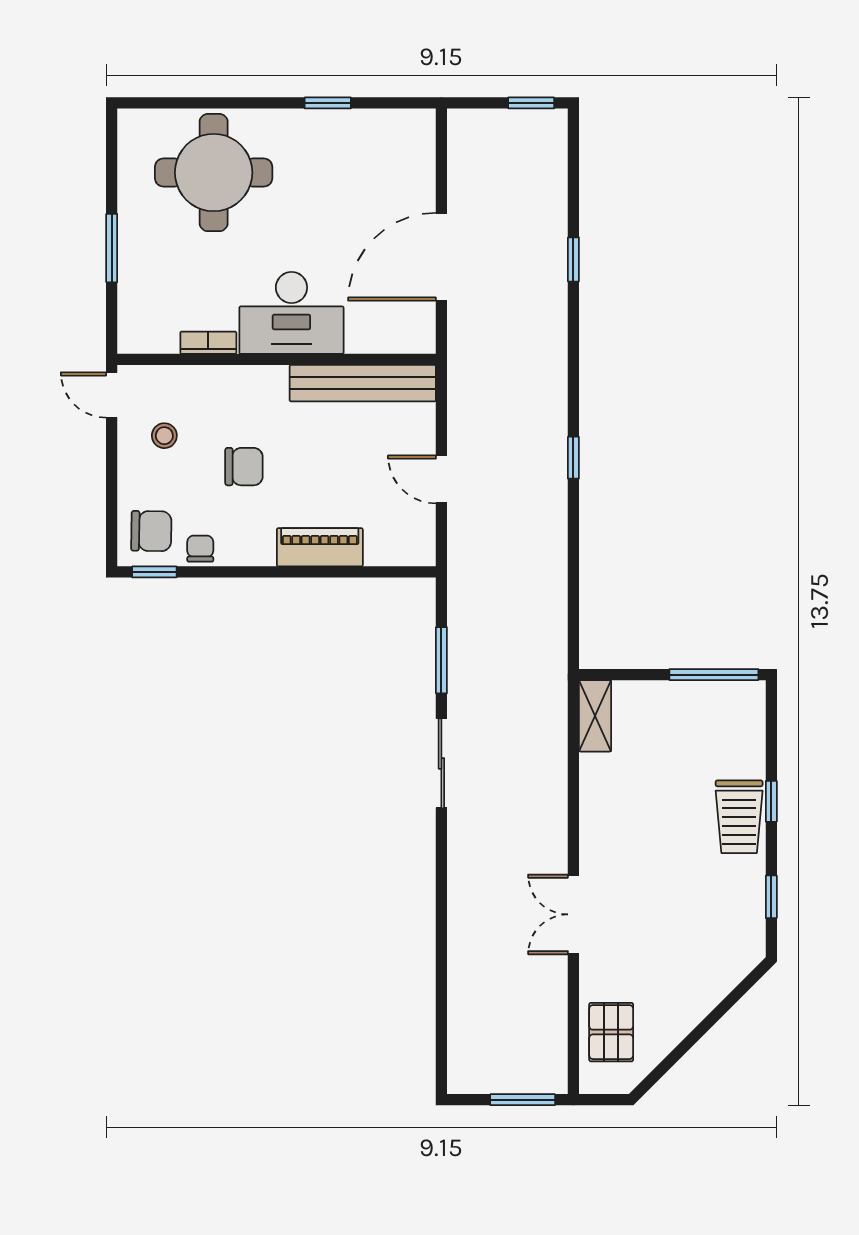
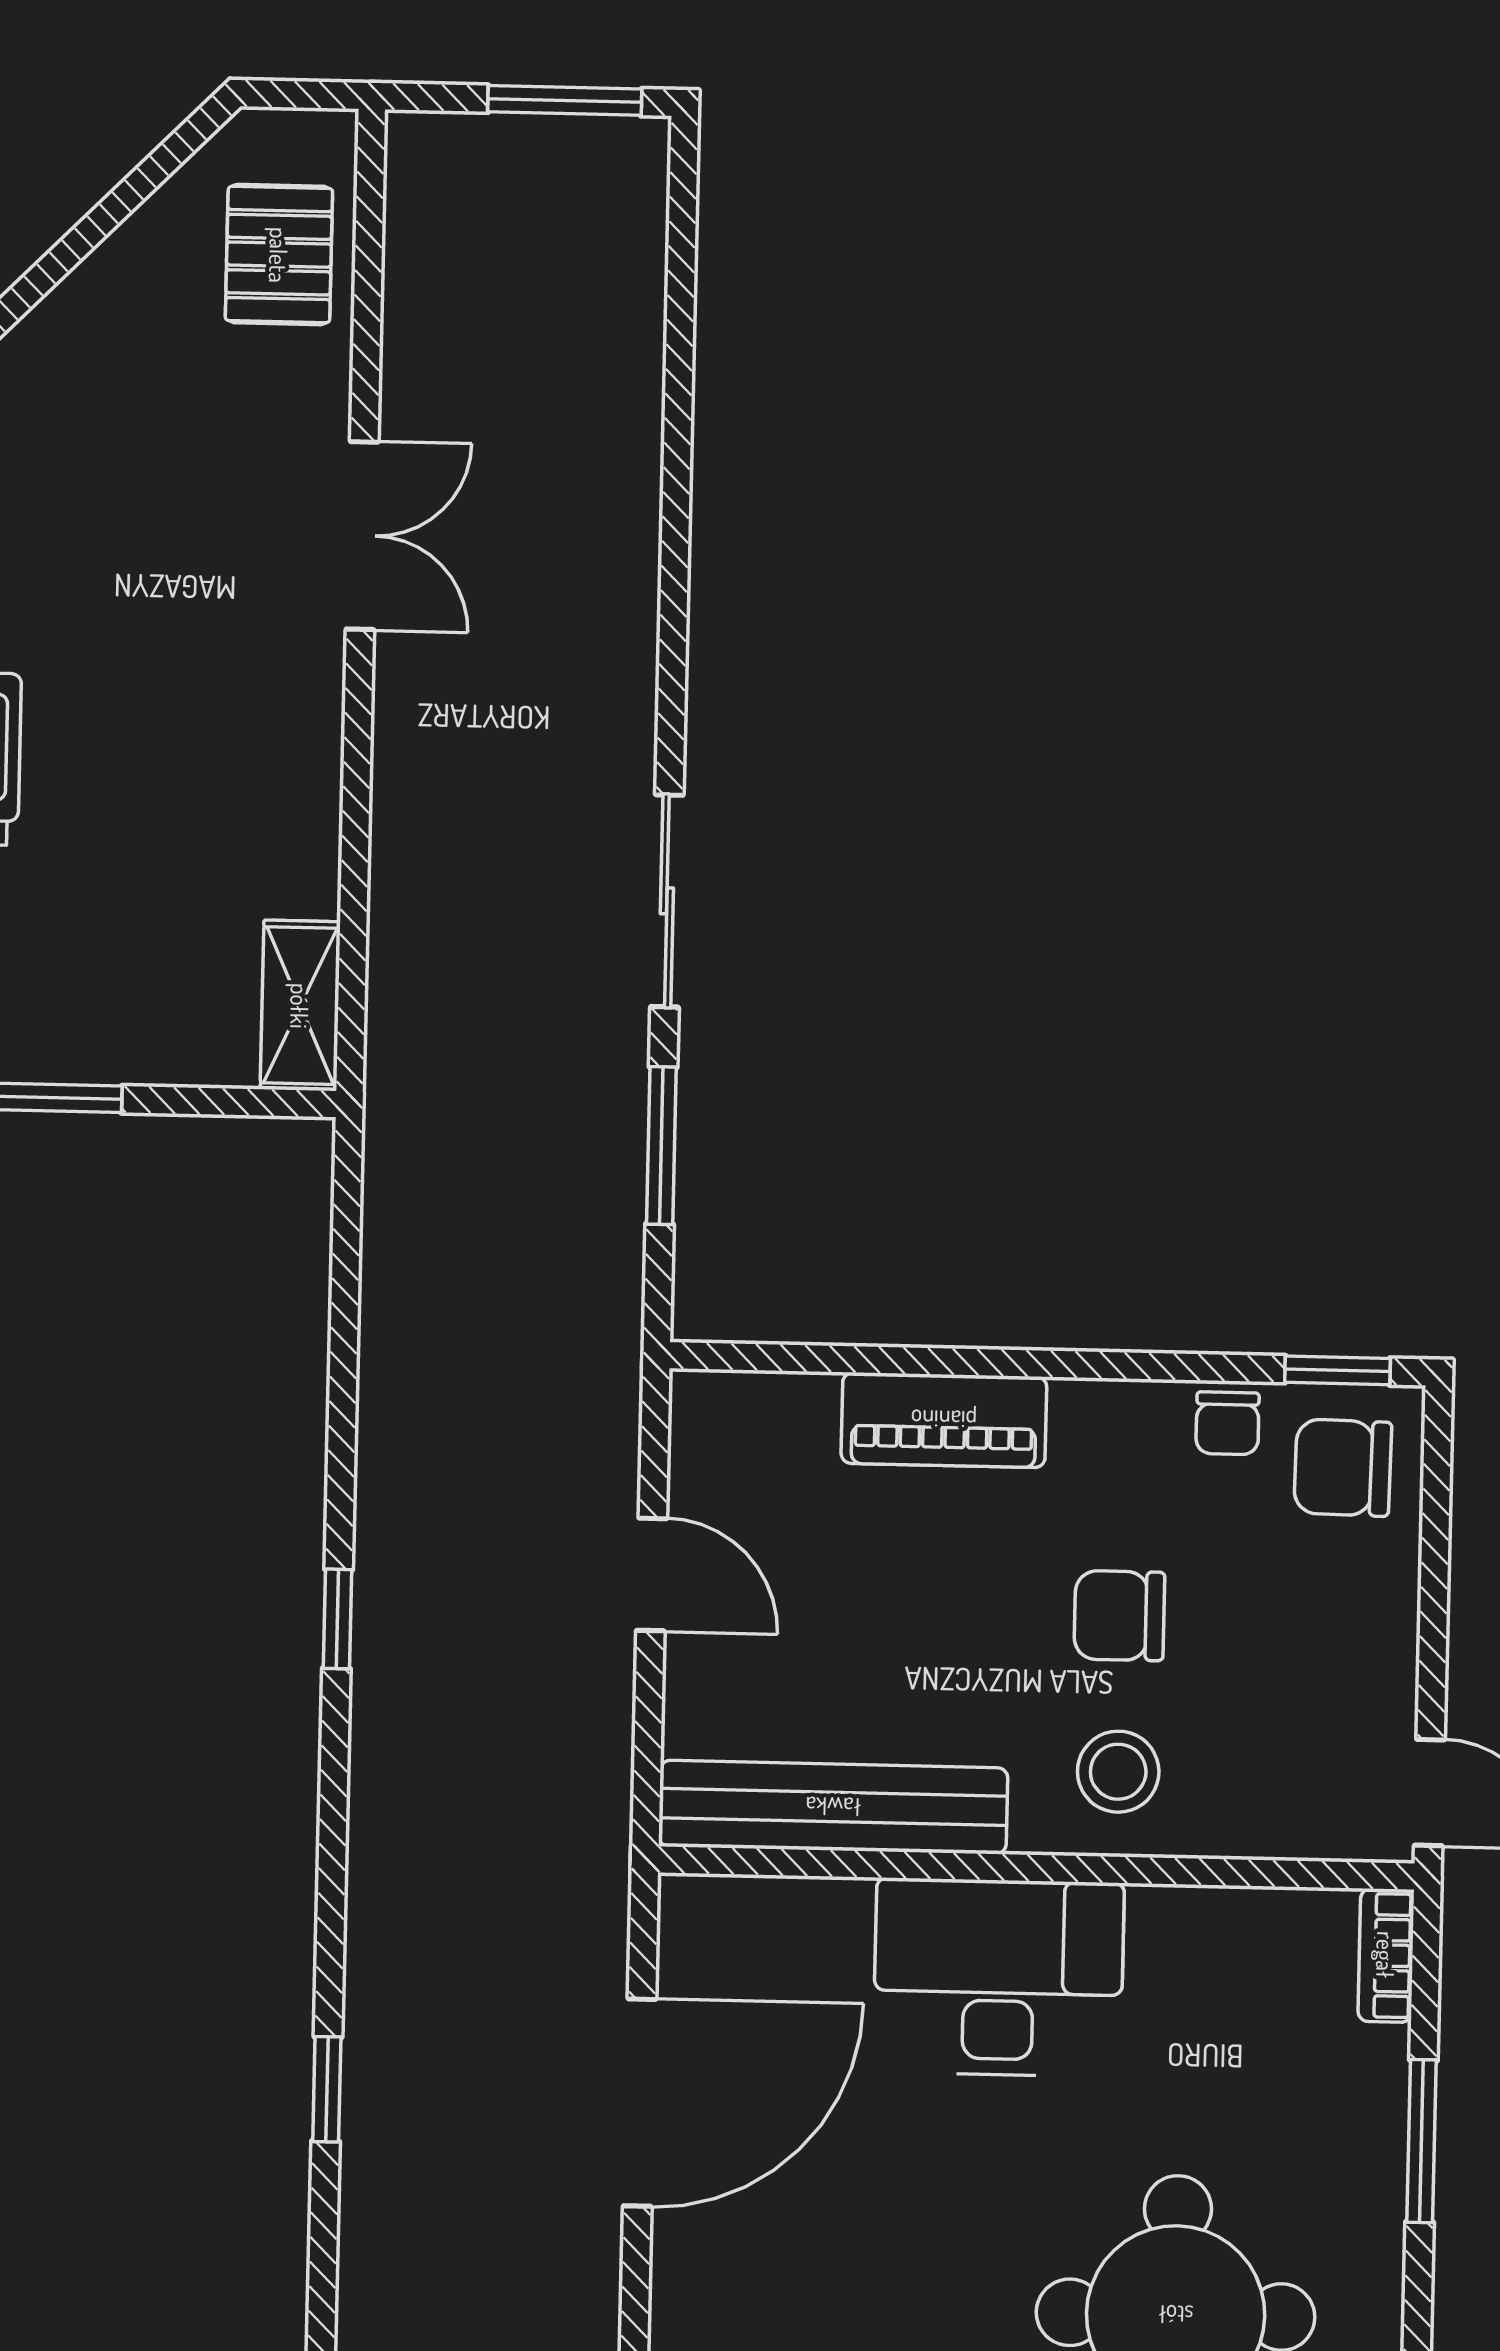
bookcase: (208, 343) -> (1386, 1955), moved, turned 90
stool: (164, 436) -> (1118, 1772), moved, width x1.37, depth x1.37
window: (523, 1100) -> (565, 100), moved

